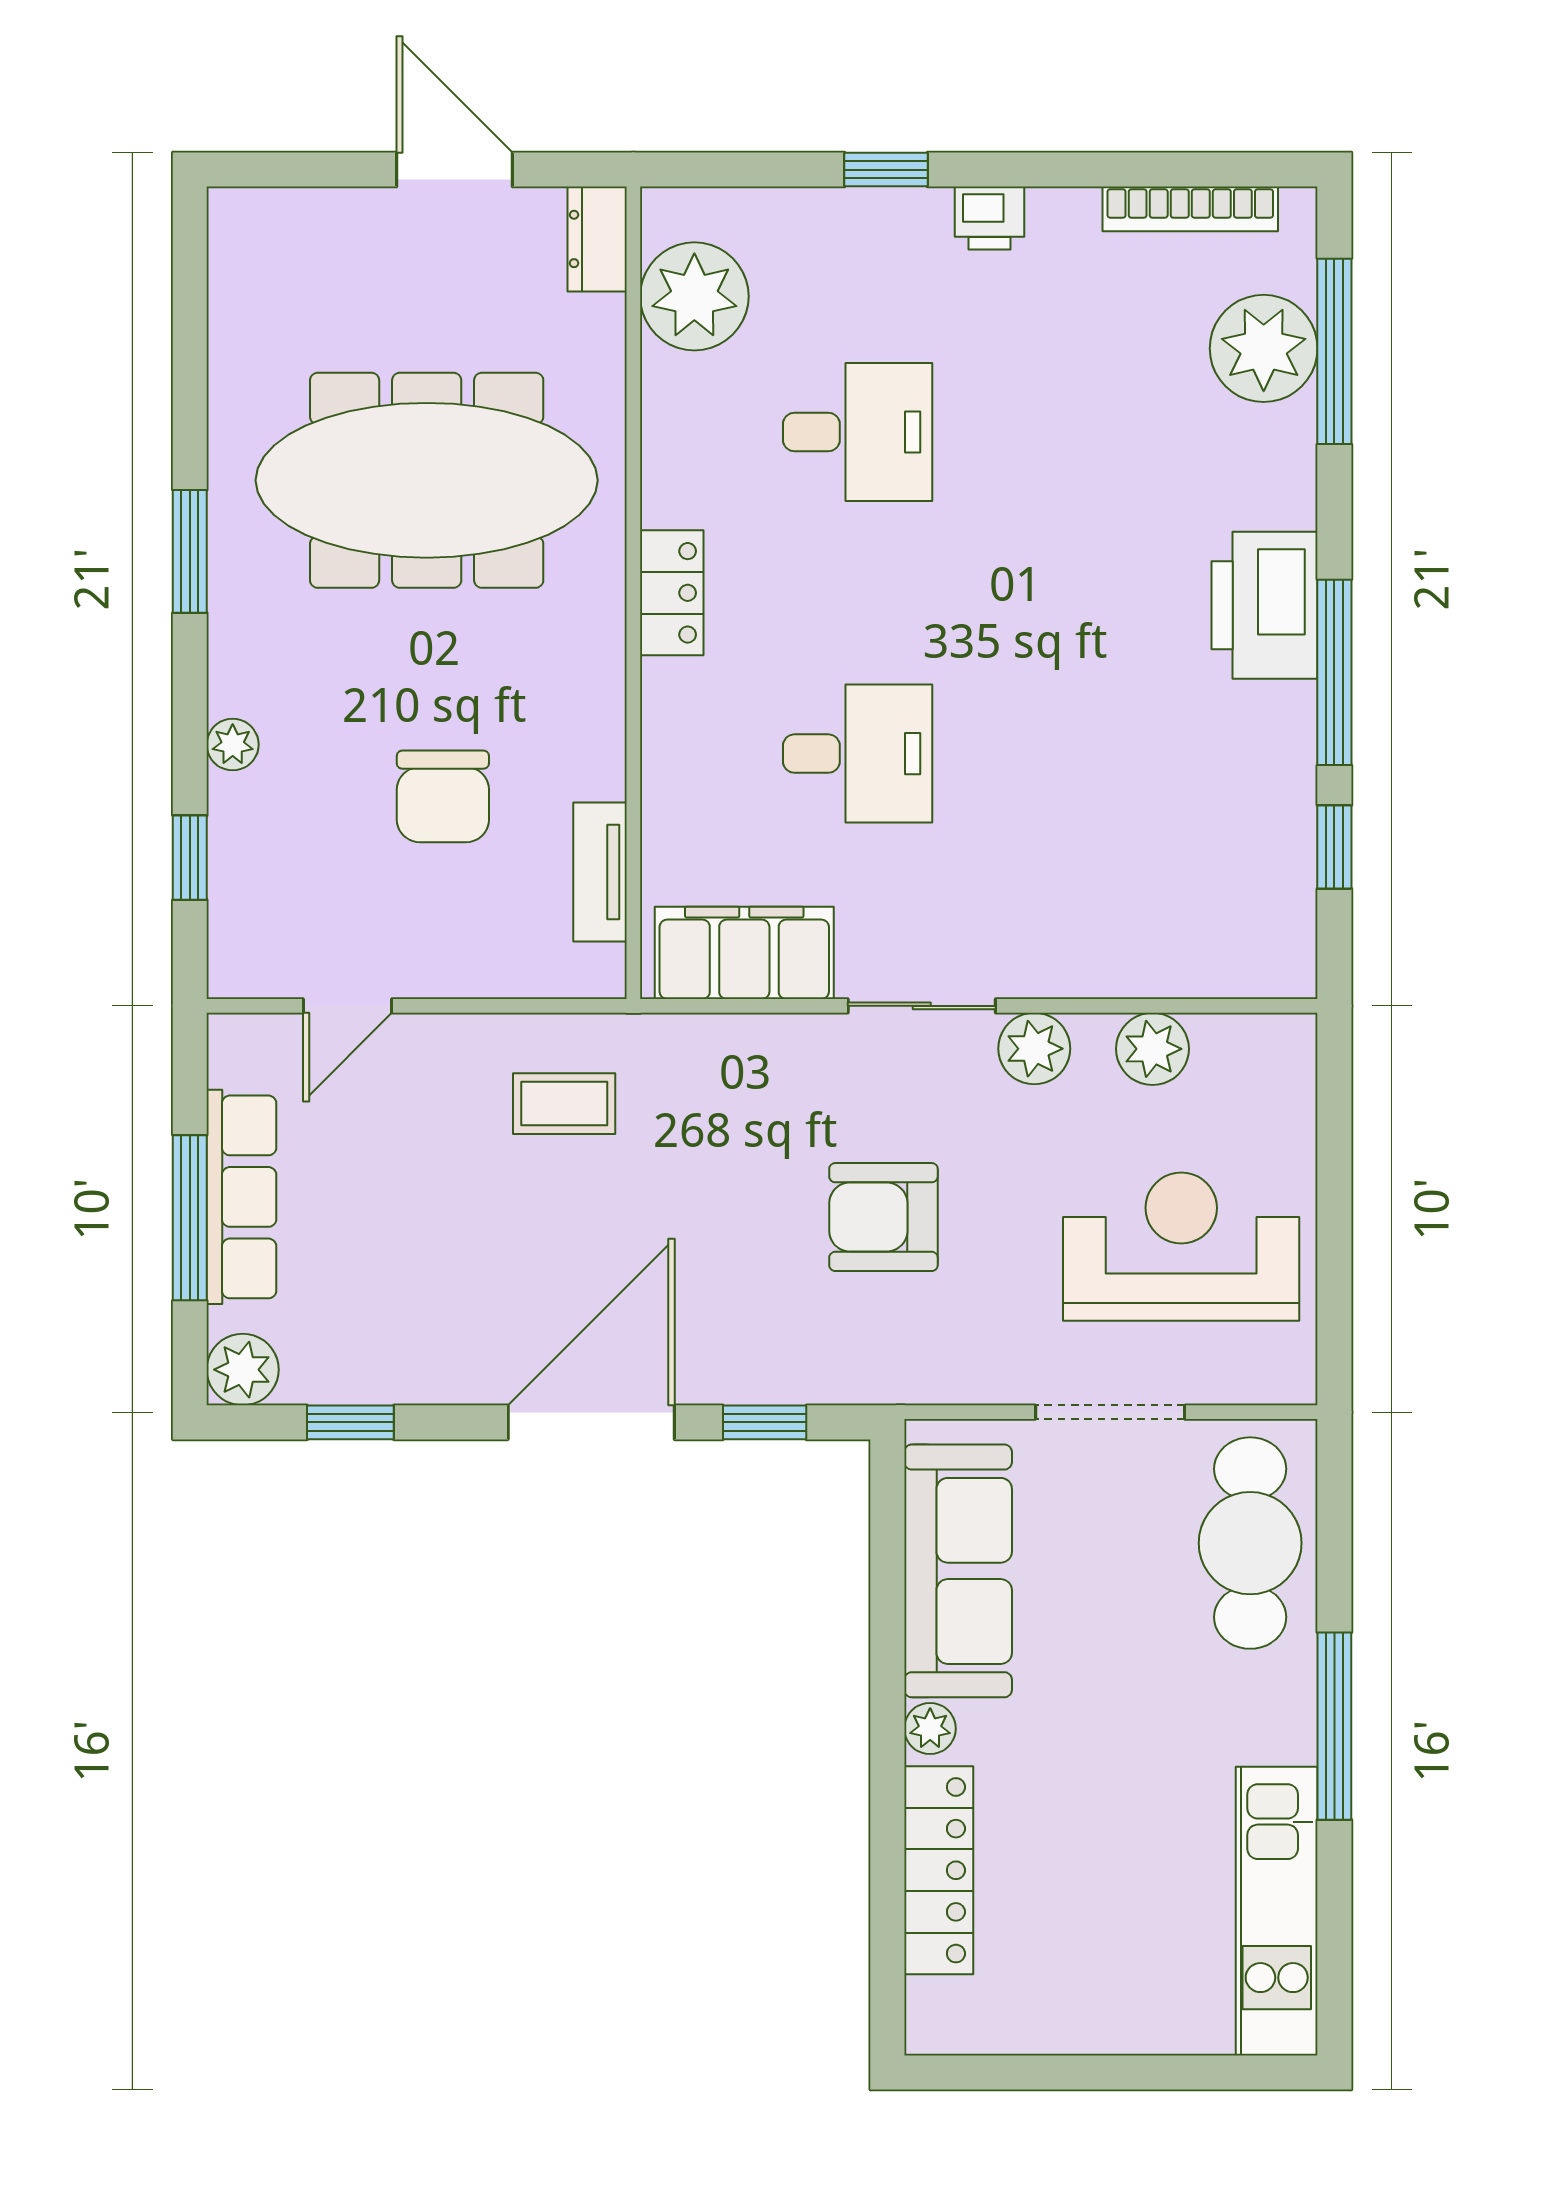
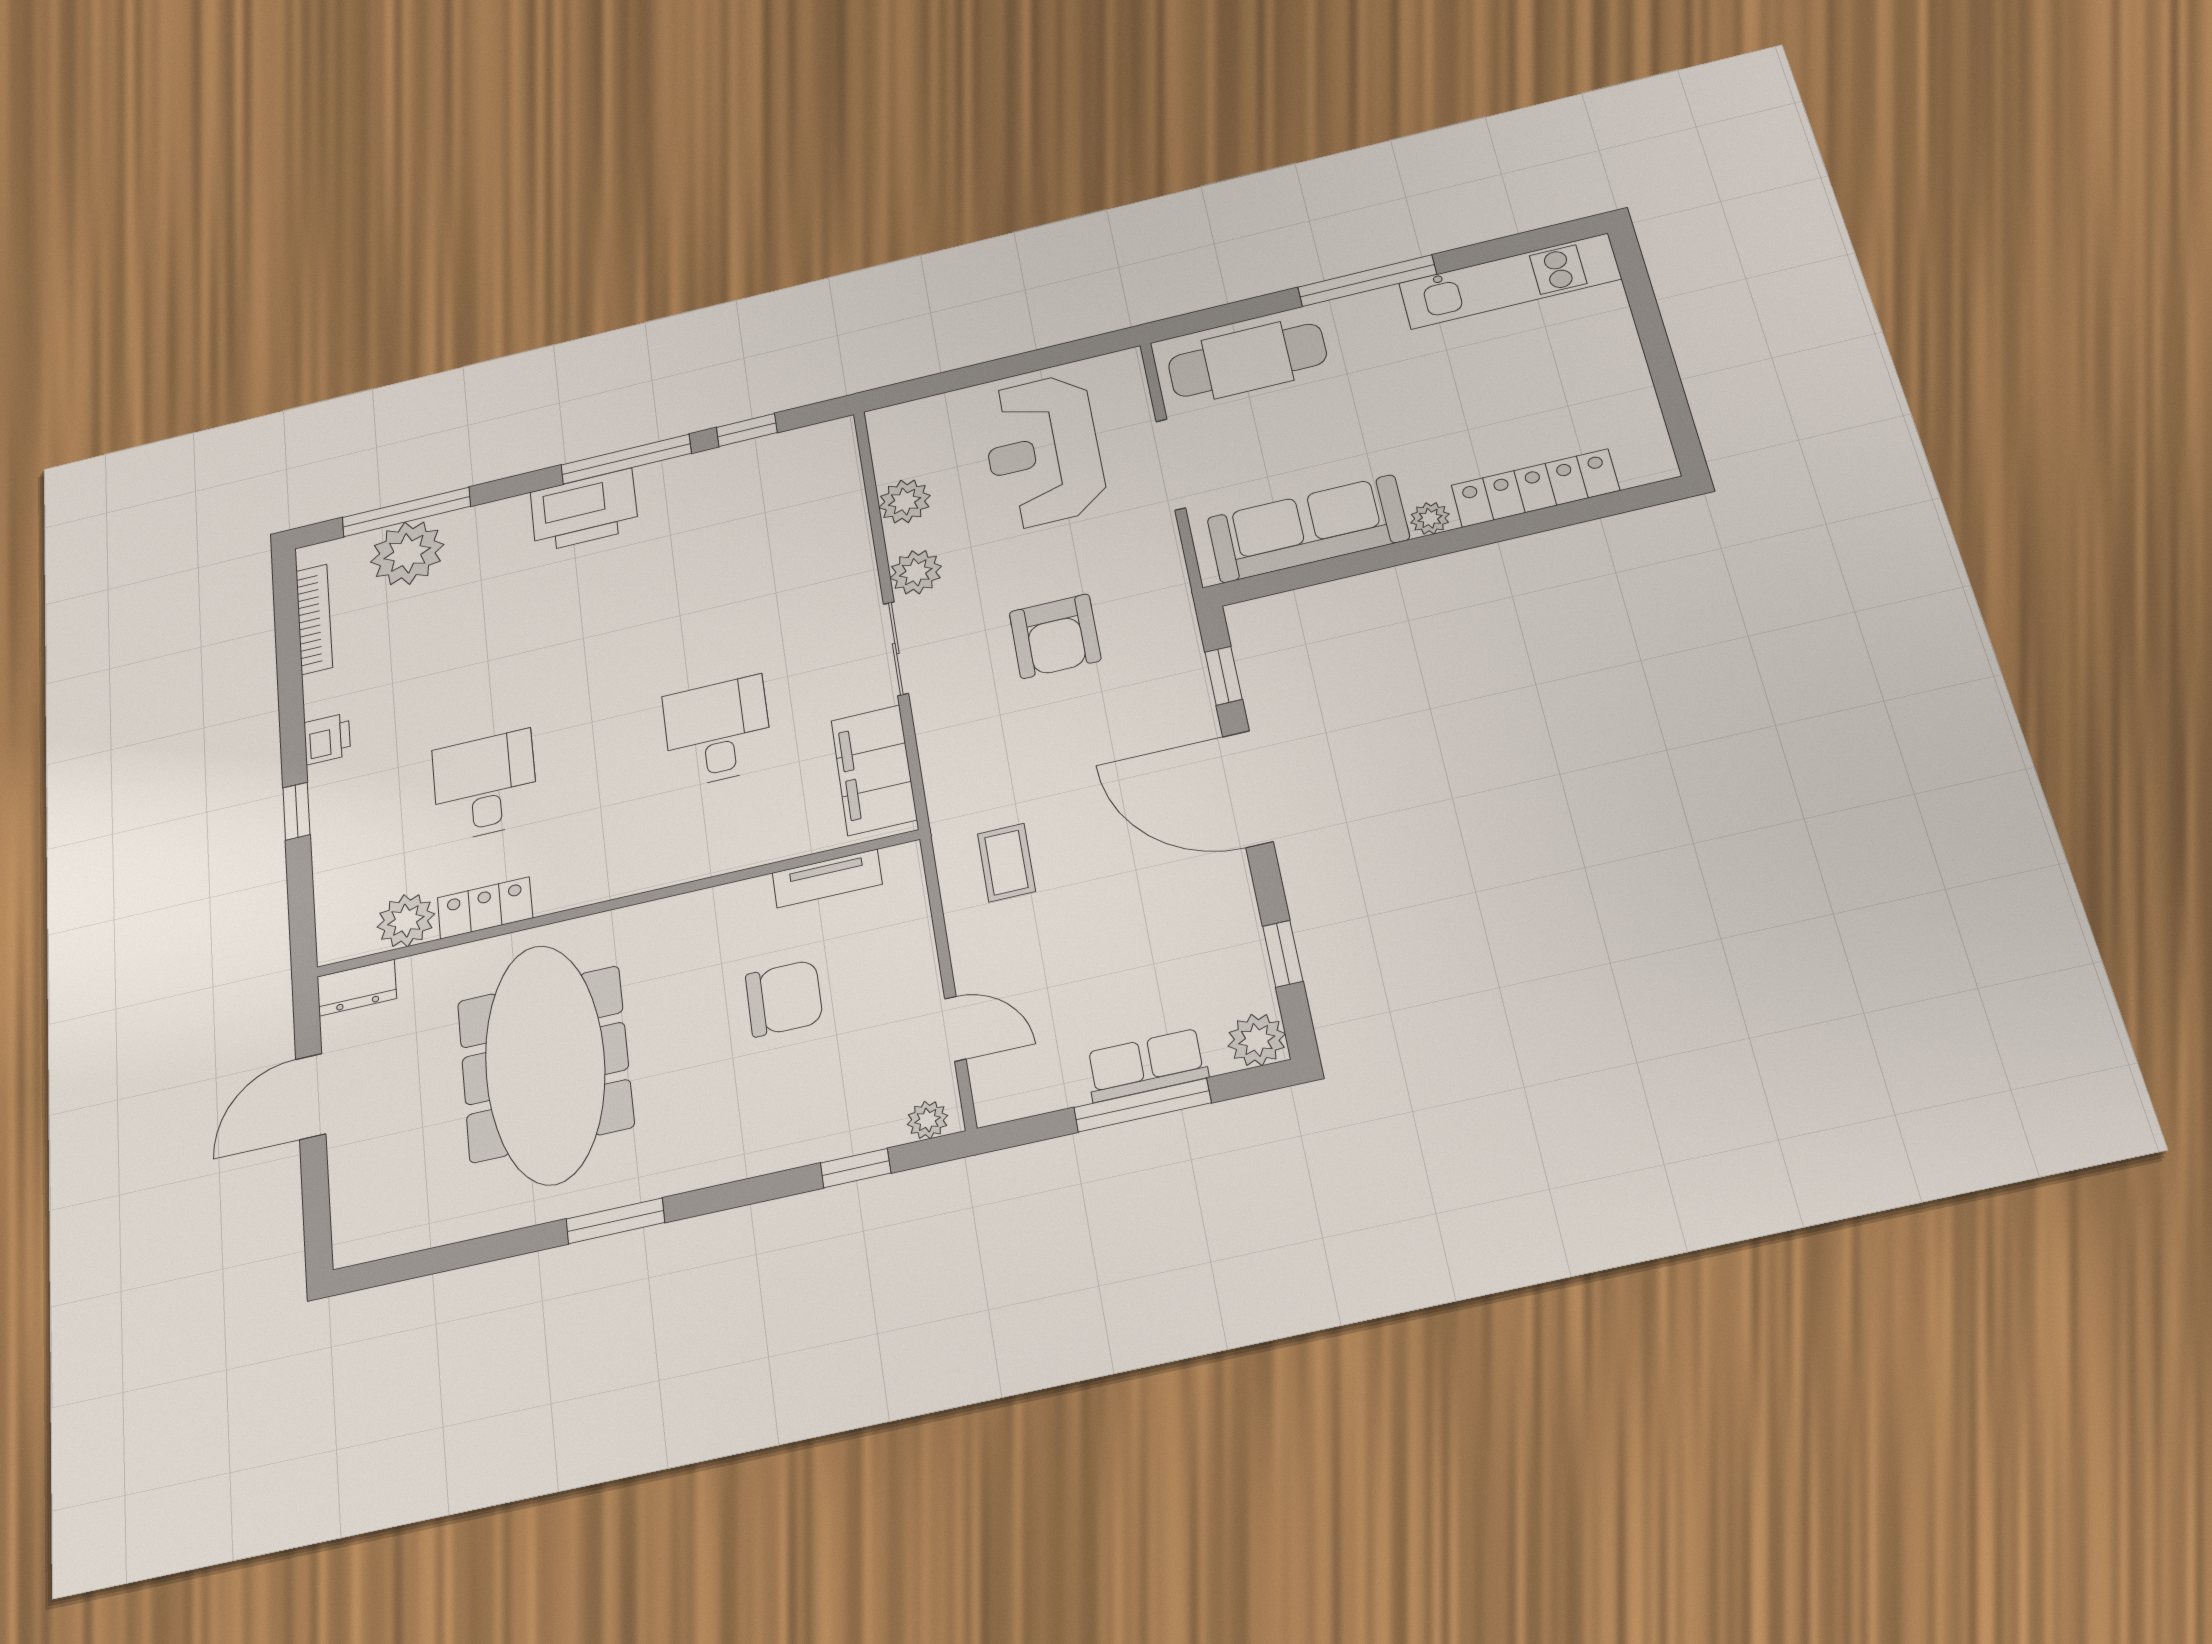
plant: (694, 296) -> (406, 921), width x0.73, depth x0.73
locker: (672, 593) -> (485, 908), moved
plant: (233, 745) -> (928, 1120), moved
row of seats: (241, 1197) -> (1146, 1065), width x0.68

